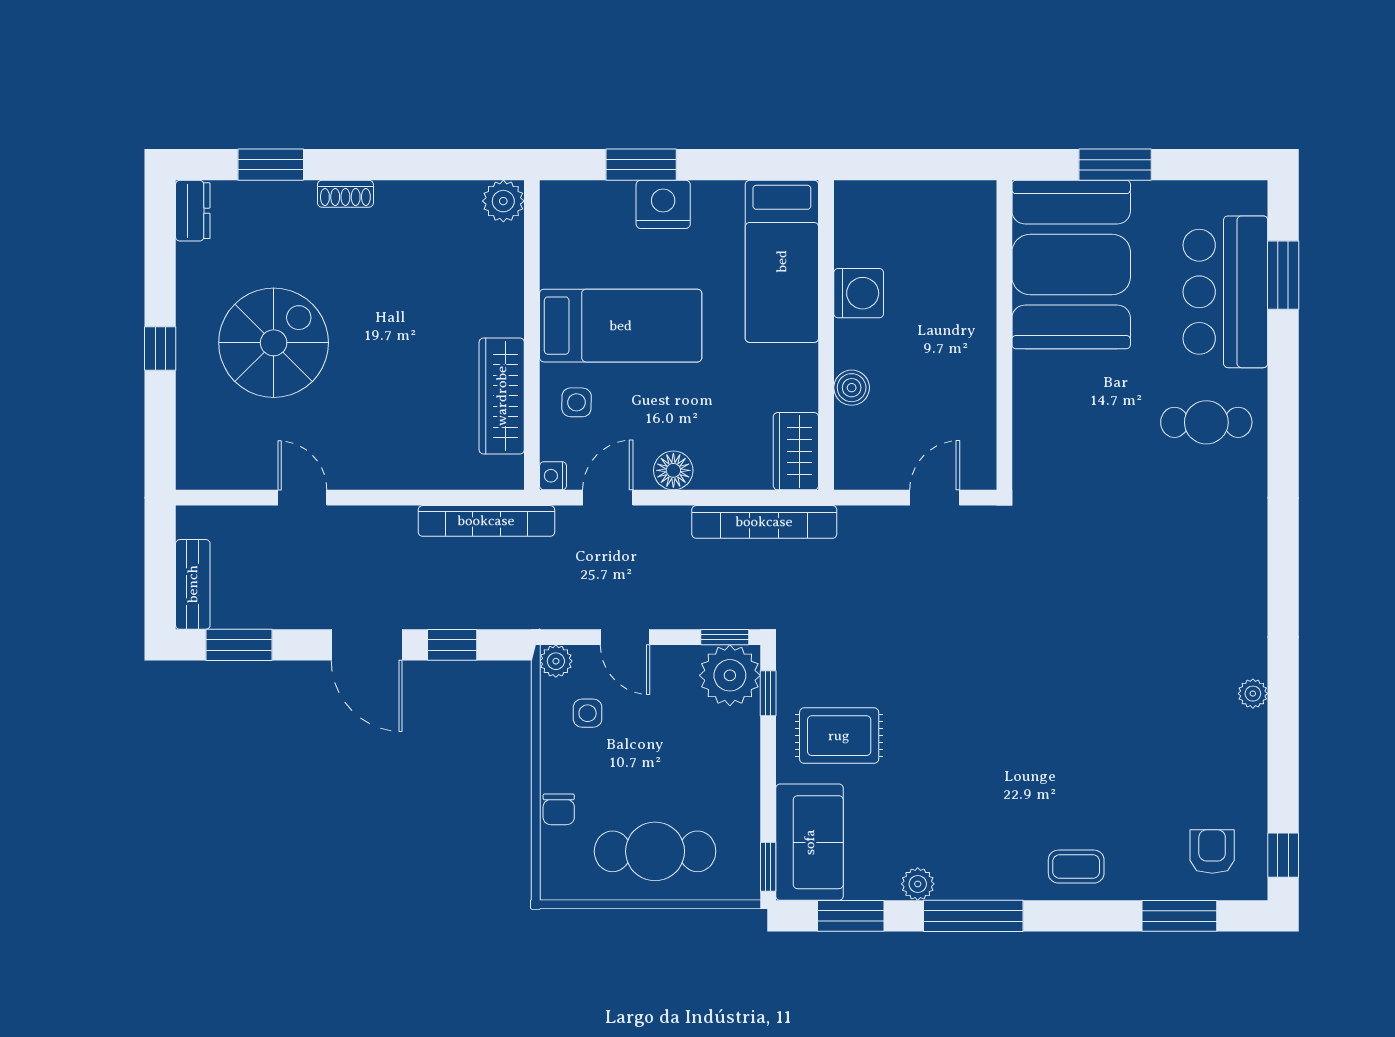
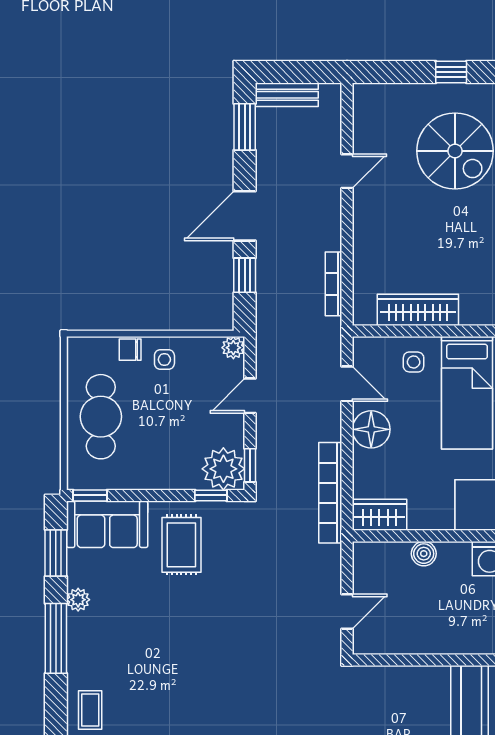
floor lamp: (673, 470) -> (371, 429), width x1.38, depth x1.38
nightstand: (553, 476) -> (362, 346), removed
door: (935, 498) -> (347, 611), hinge flipped
bookcase: (486, 521) -> (333, 284), width x0.68, depth x0.76
side table: (588, 713) -> (164, 360), moved

